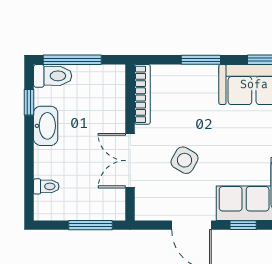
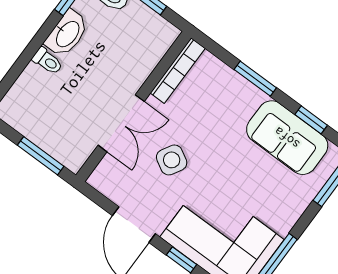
double door: (130, 161) -> (121, 123), swing flipped
toilet: (46, 186) -> (48, 61), moved

